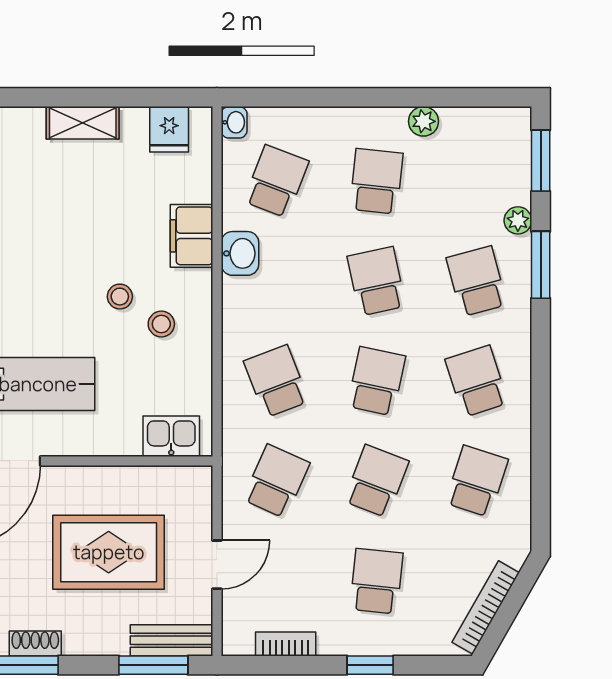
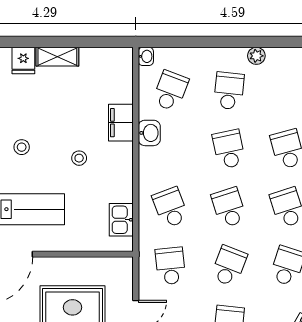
fridge: (169, 129) -> (23, 60), moved
stool: (161, 324) -> (22, 147), moved
school desk: (376, 381) -> (229, 208), turned -30
kitchen sink: (171, 436) -> (121, 220), moved, turned -90
school desk: (276, 481) -> (170, 266), turned -30

